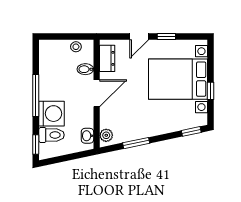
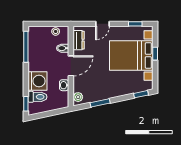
window: (166, 36) -> (135, 24), moved
window: (210, 91) -> (155, 54), moved
window: (36, 96) -> (26, 47), moved
washbasin: (87, 136) -> (64, 85), moved

